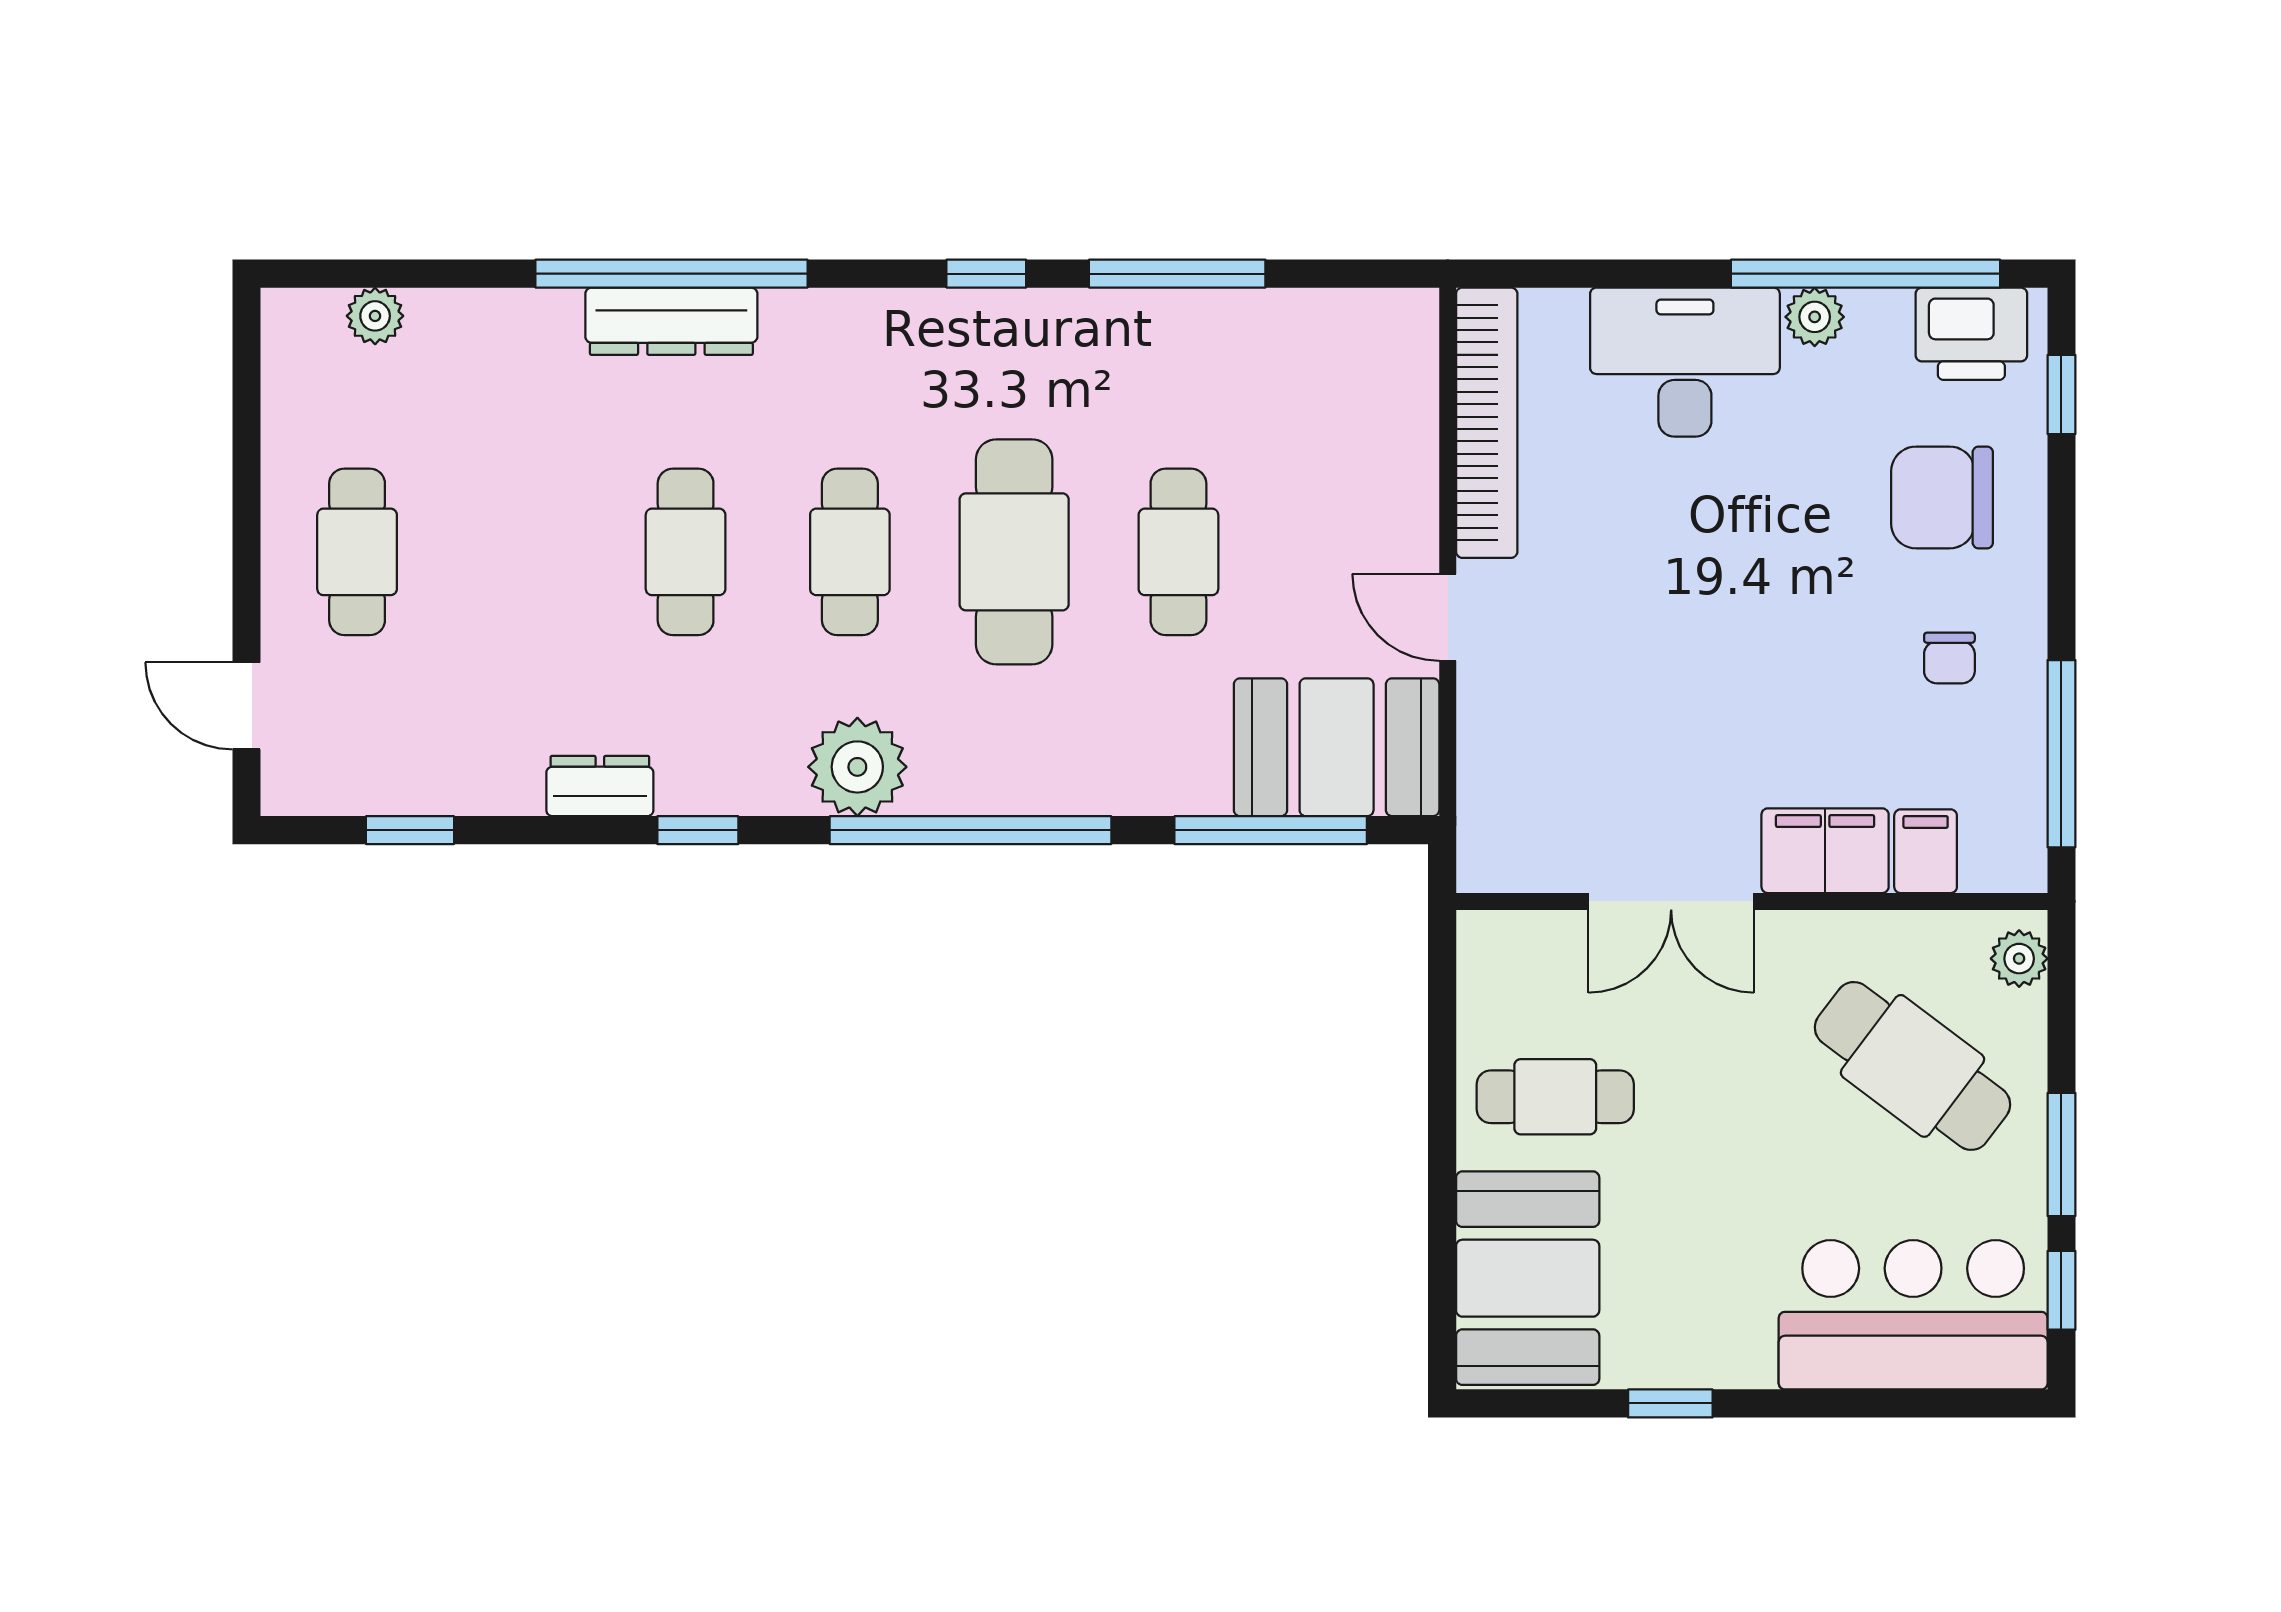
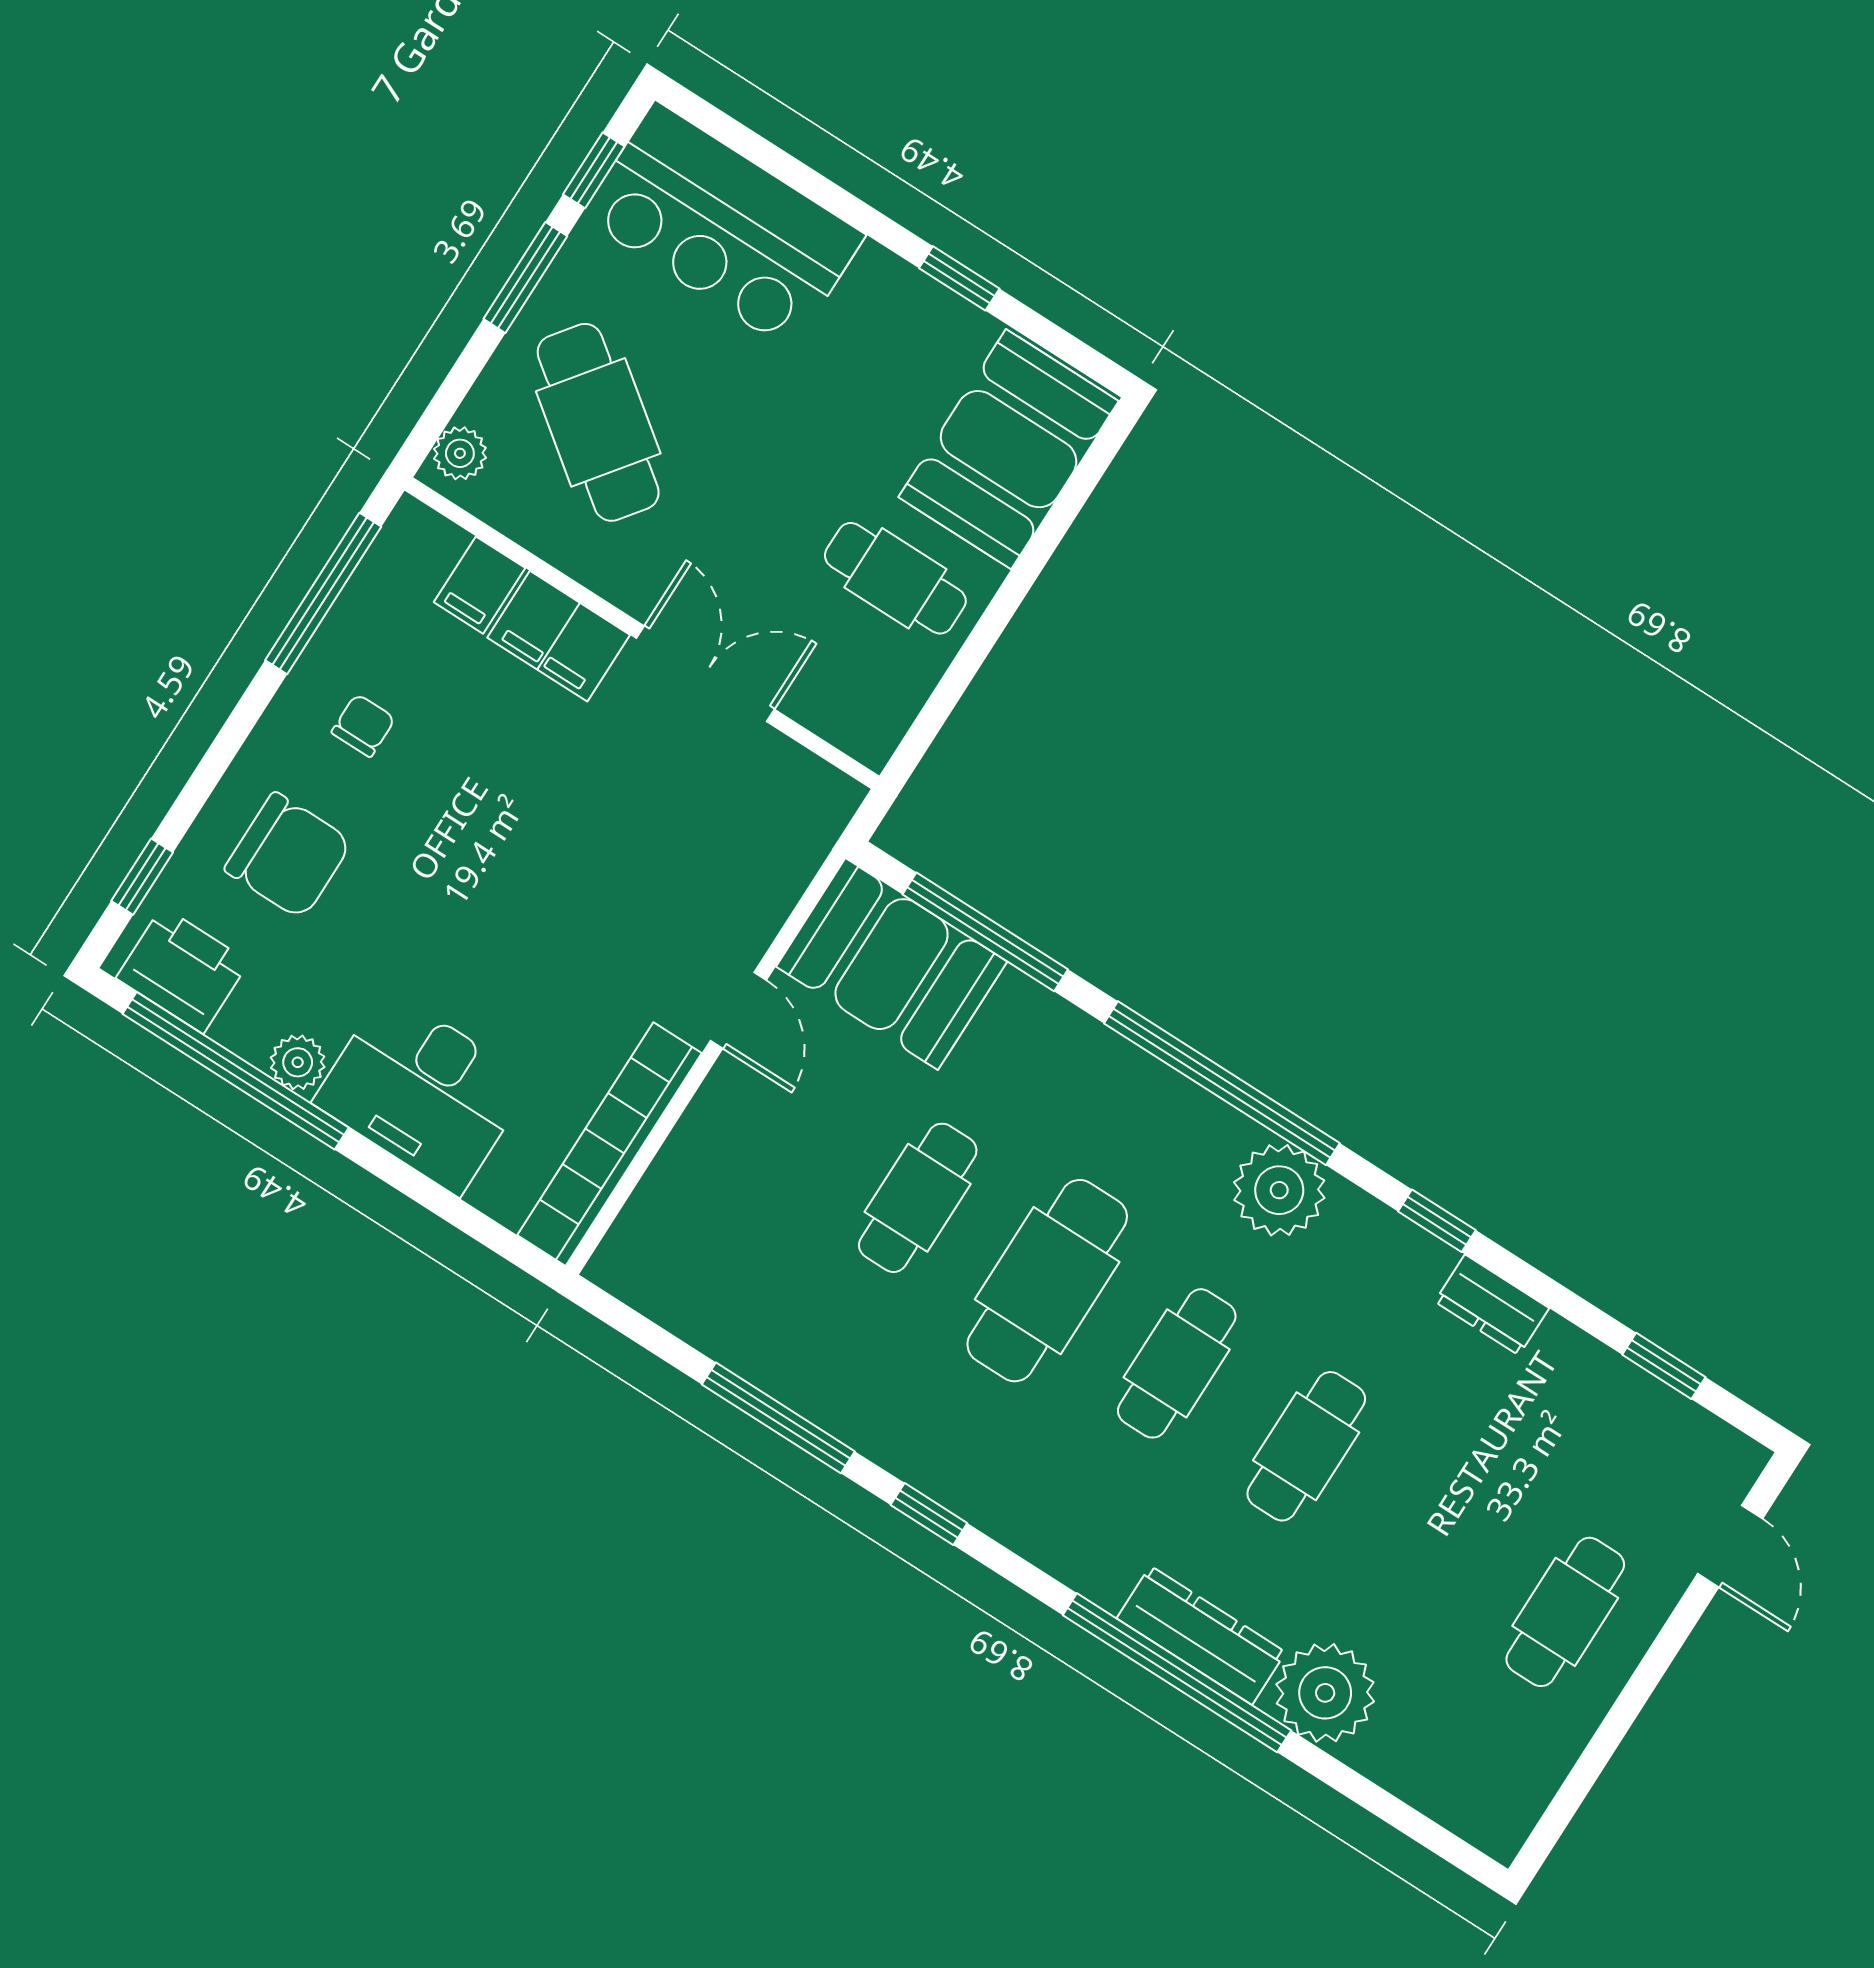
plant: (375, 316) -> (1325, 1693), moved, width x1.88, depth x1.88

